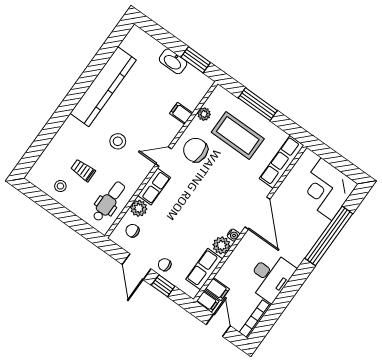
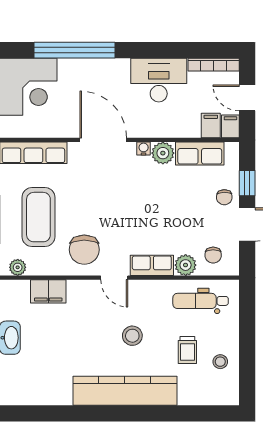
kitchen counter: (103, 87) -> (125, 391), moved
filing cabinet: (181, 113) -> (48, 291), width x2.00
plant: (204, 114) -> (18, 267), moved
door: (258, 213) -> (103, 140), hinge flipped
door: (218, 325) -> (247, 98), hinge flipped

